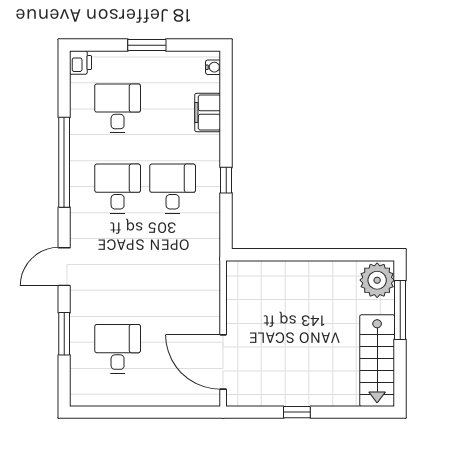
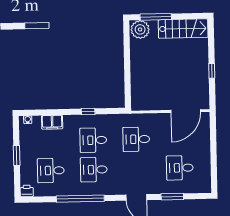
desk: (173, 269) -> (136, 139), added

